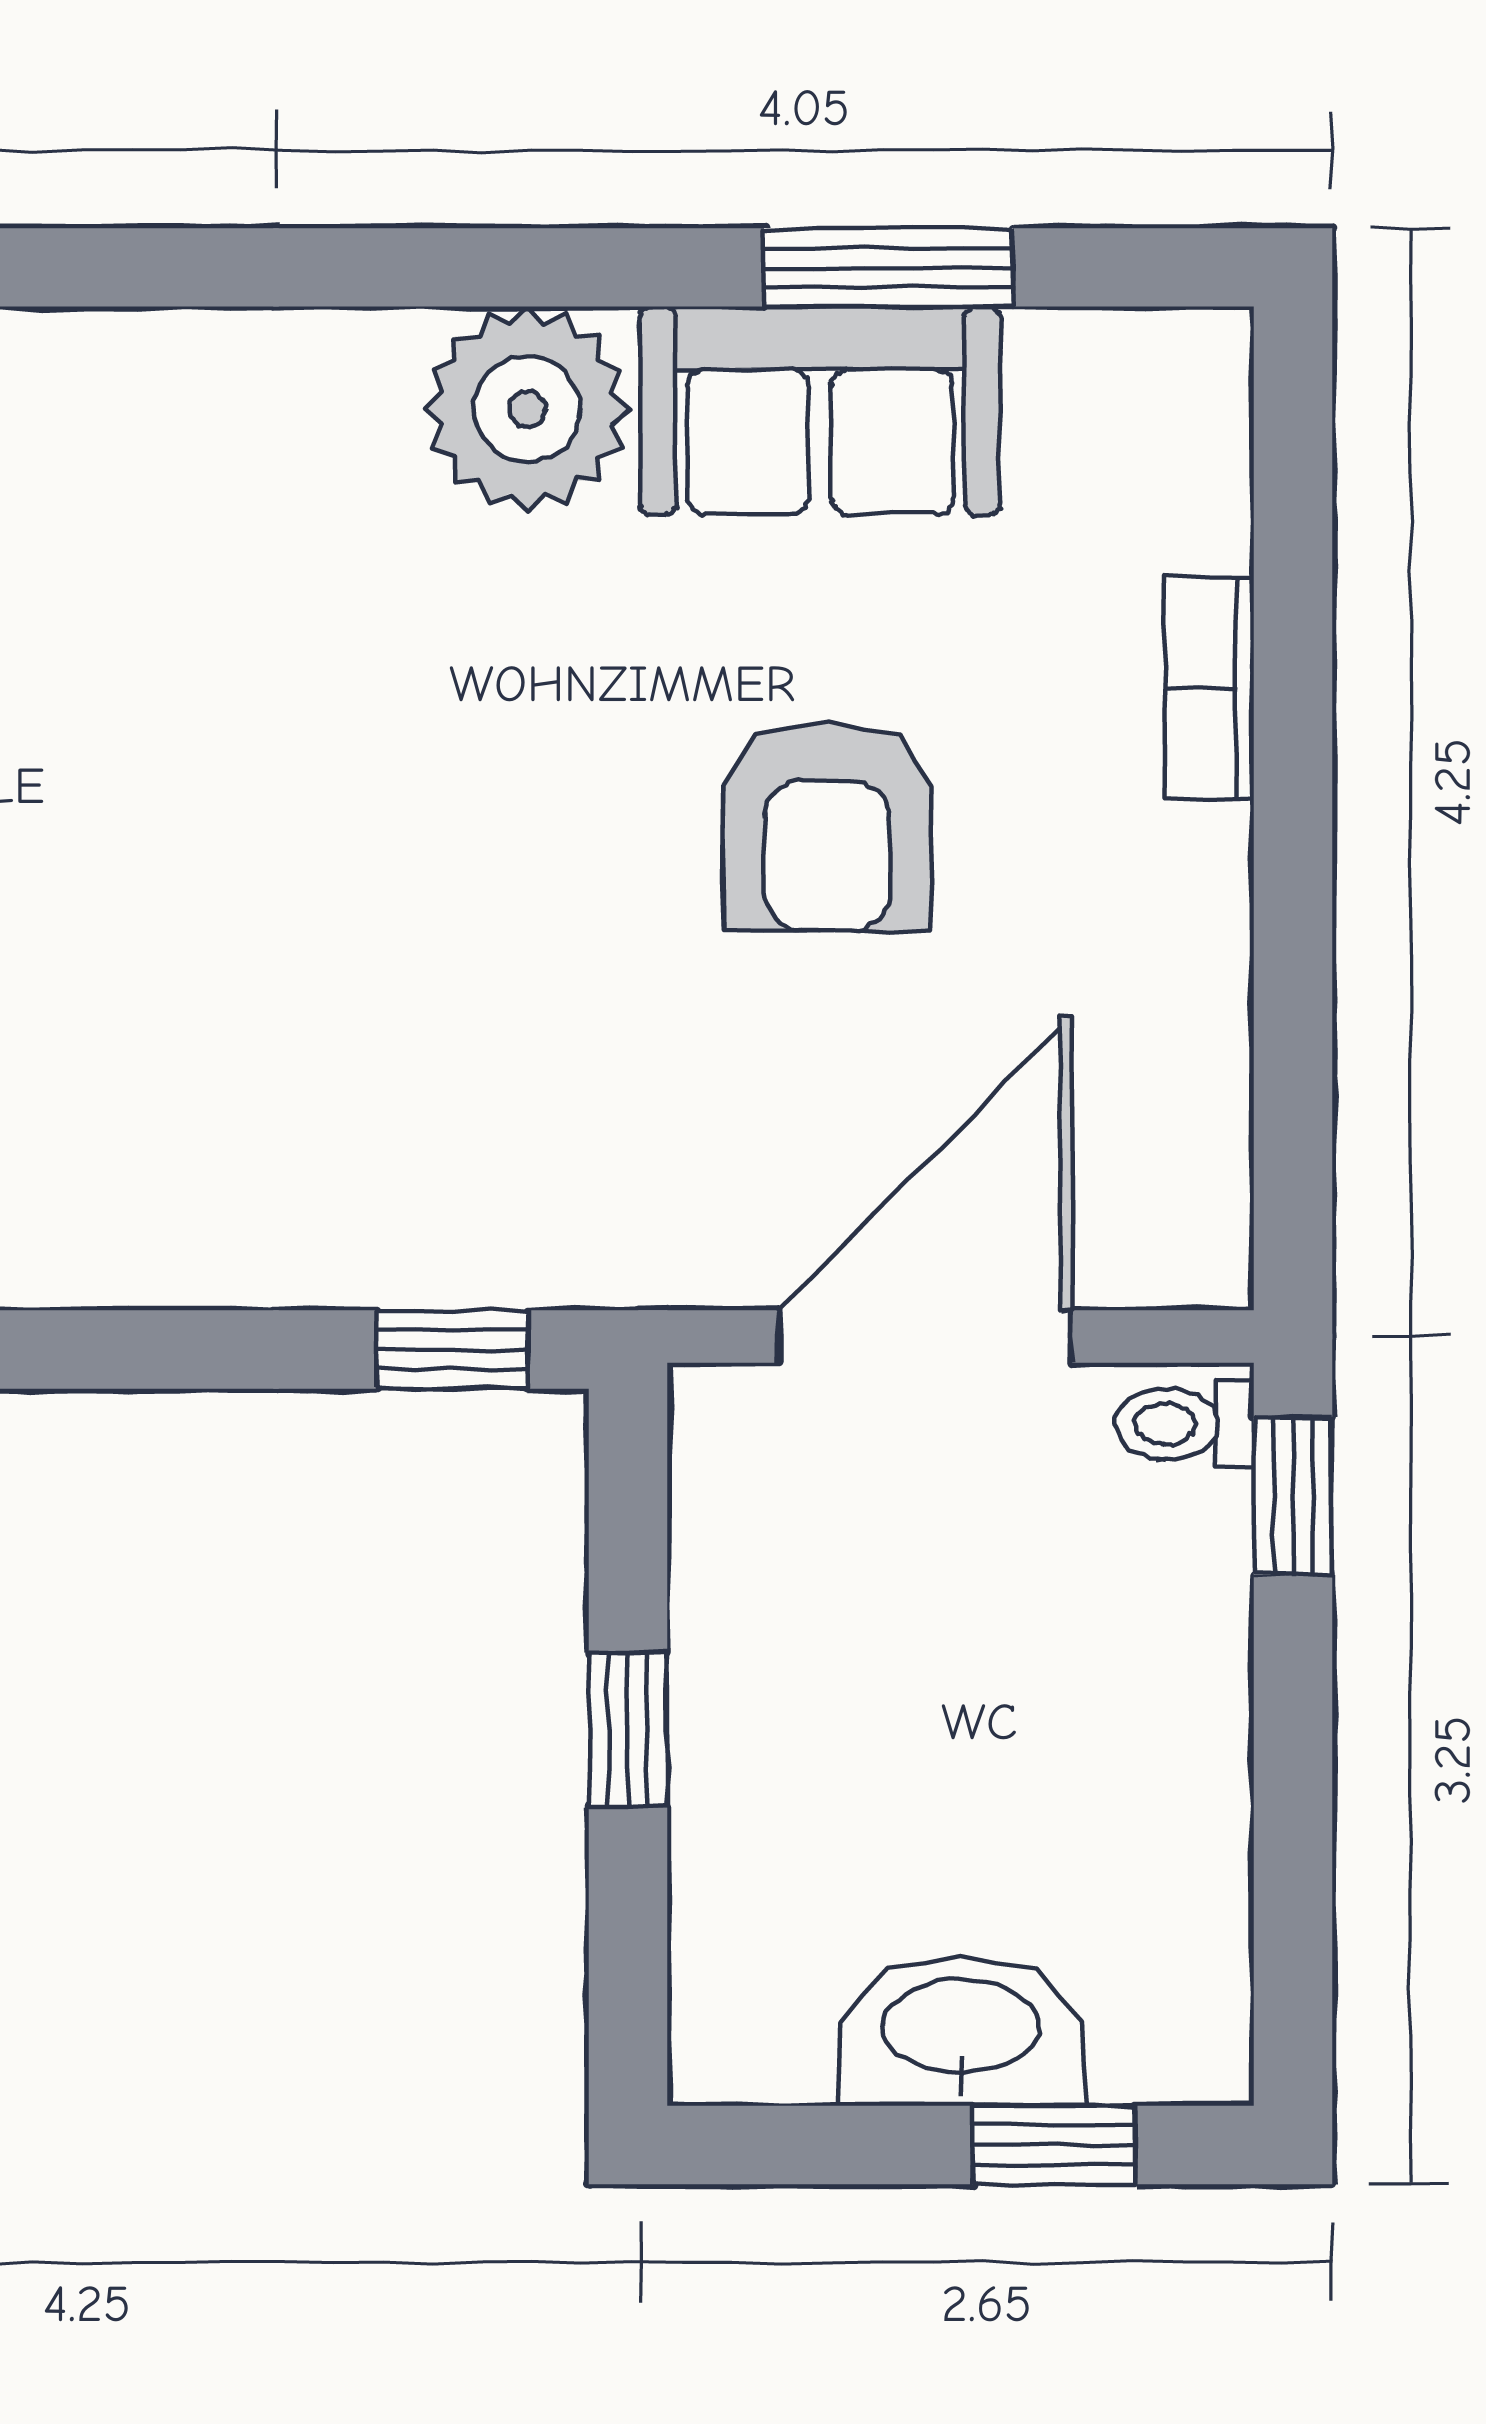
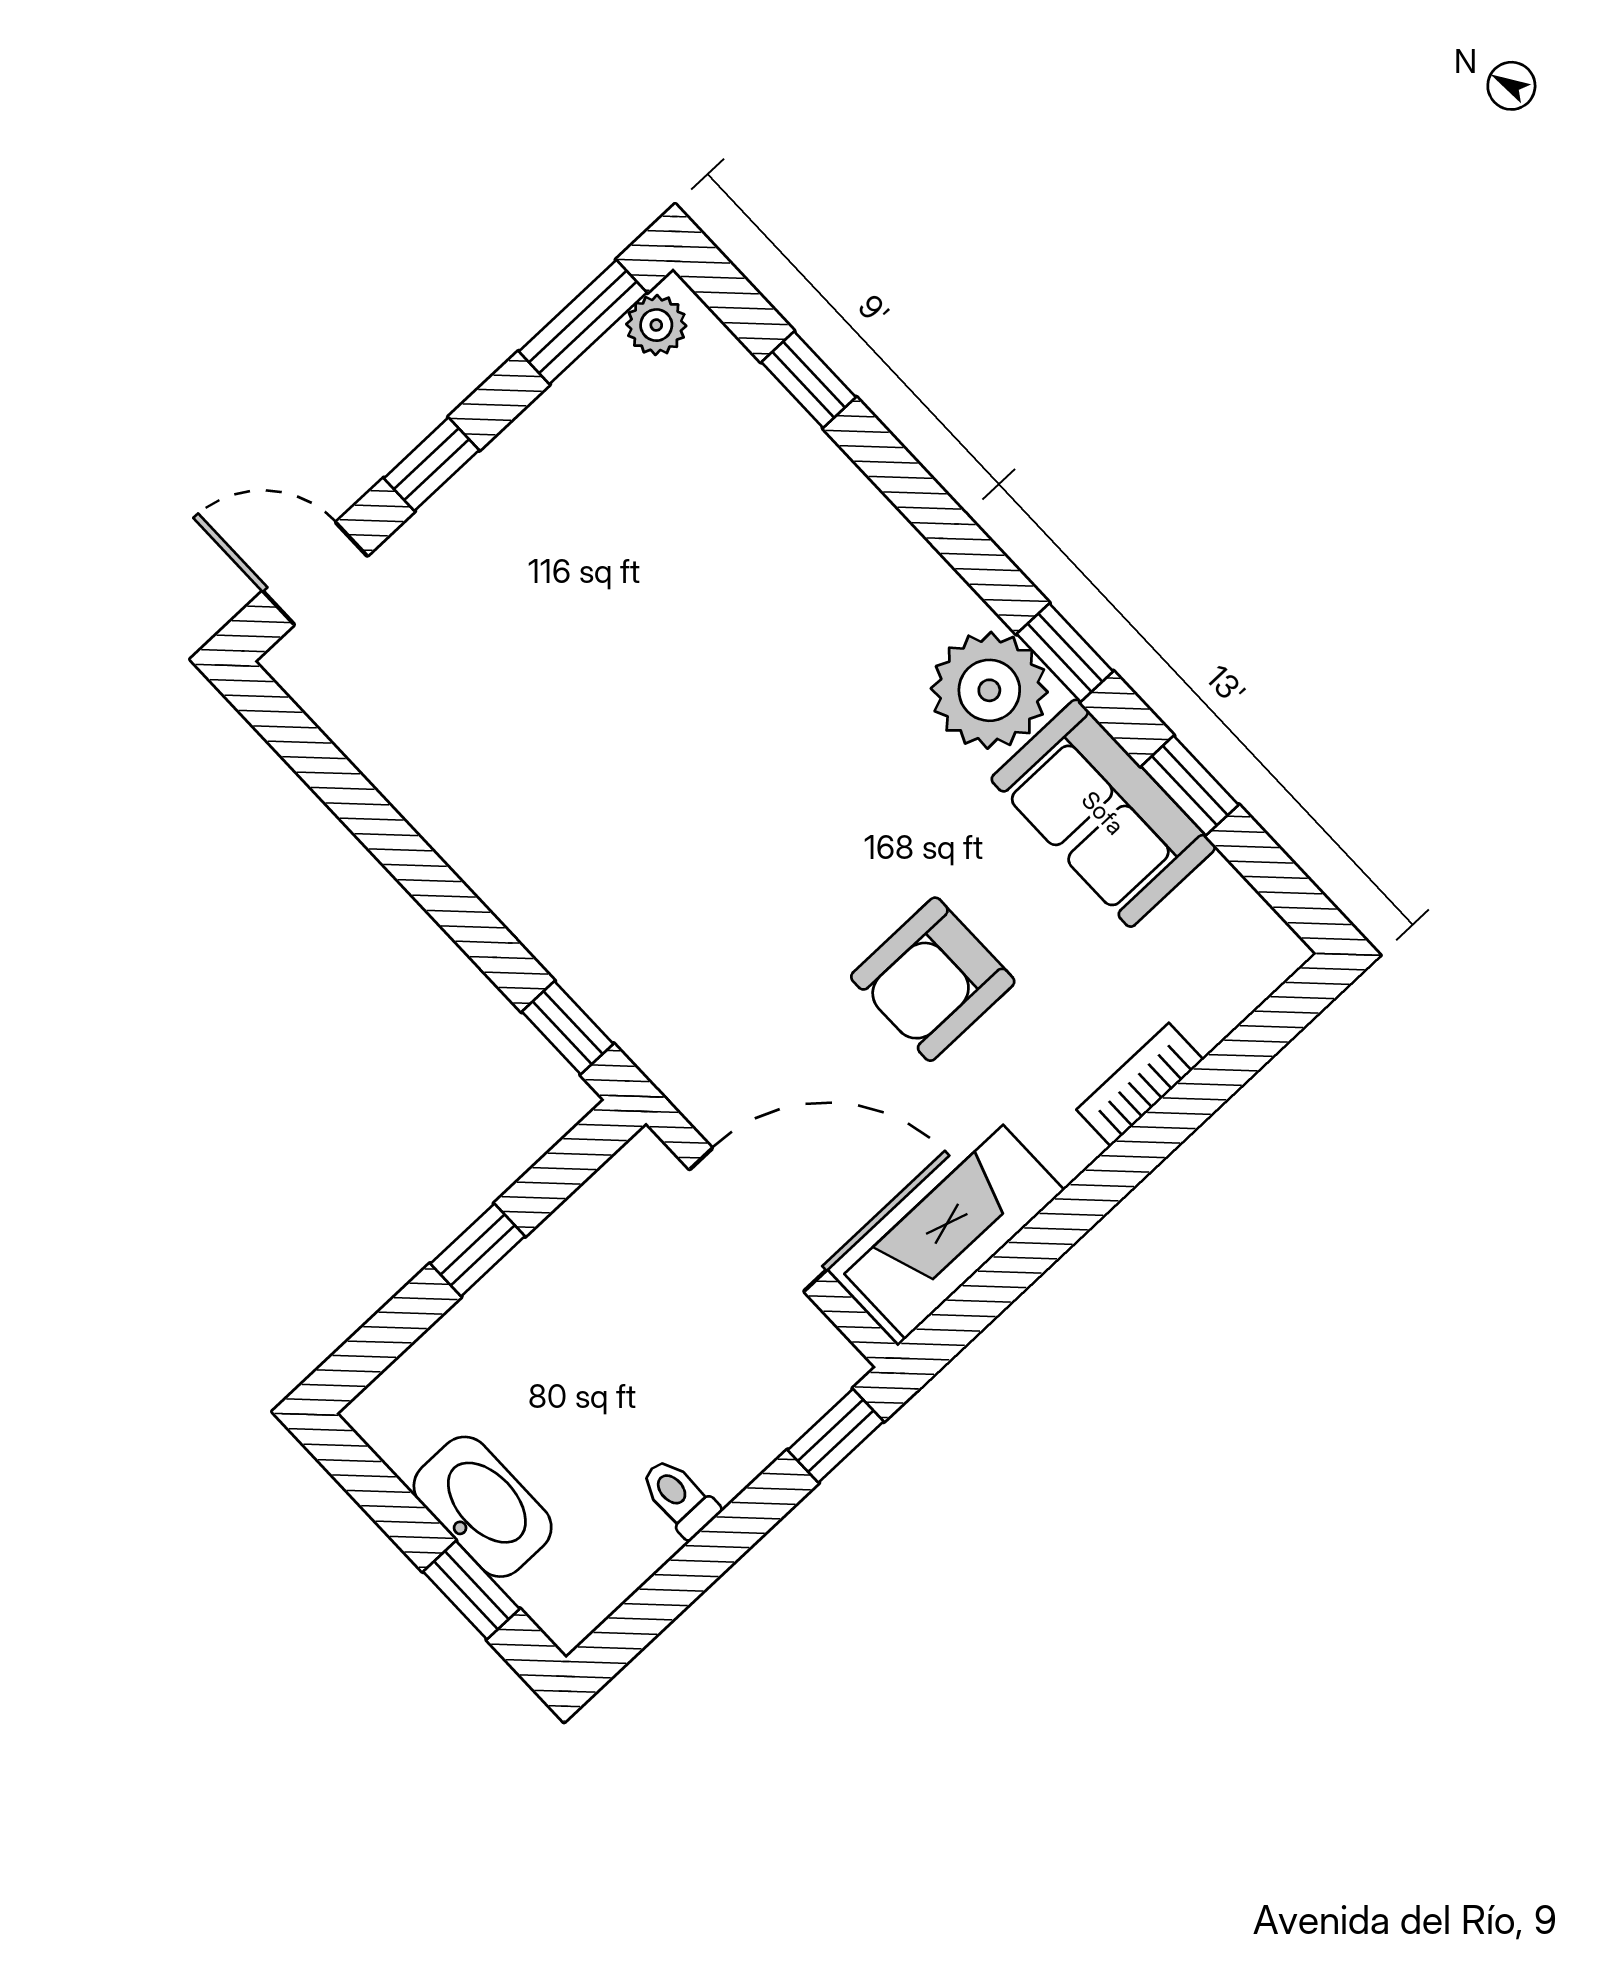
window: (570, 267) -> (1065, 653), added
window: (888, 267) -> (1190, 786), width x0.67
fireplace: (1175, 1101) -> (954, 1232), added
toilet: (1184, 1424) -> (679, 1497), moved

